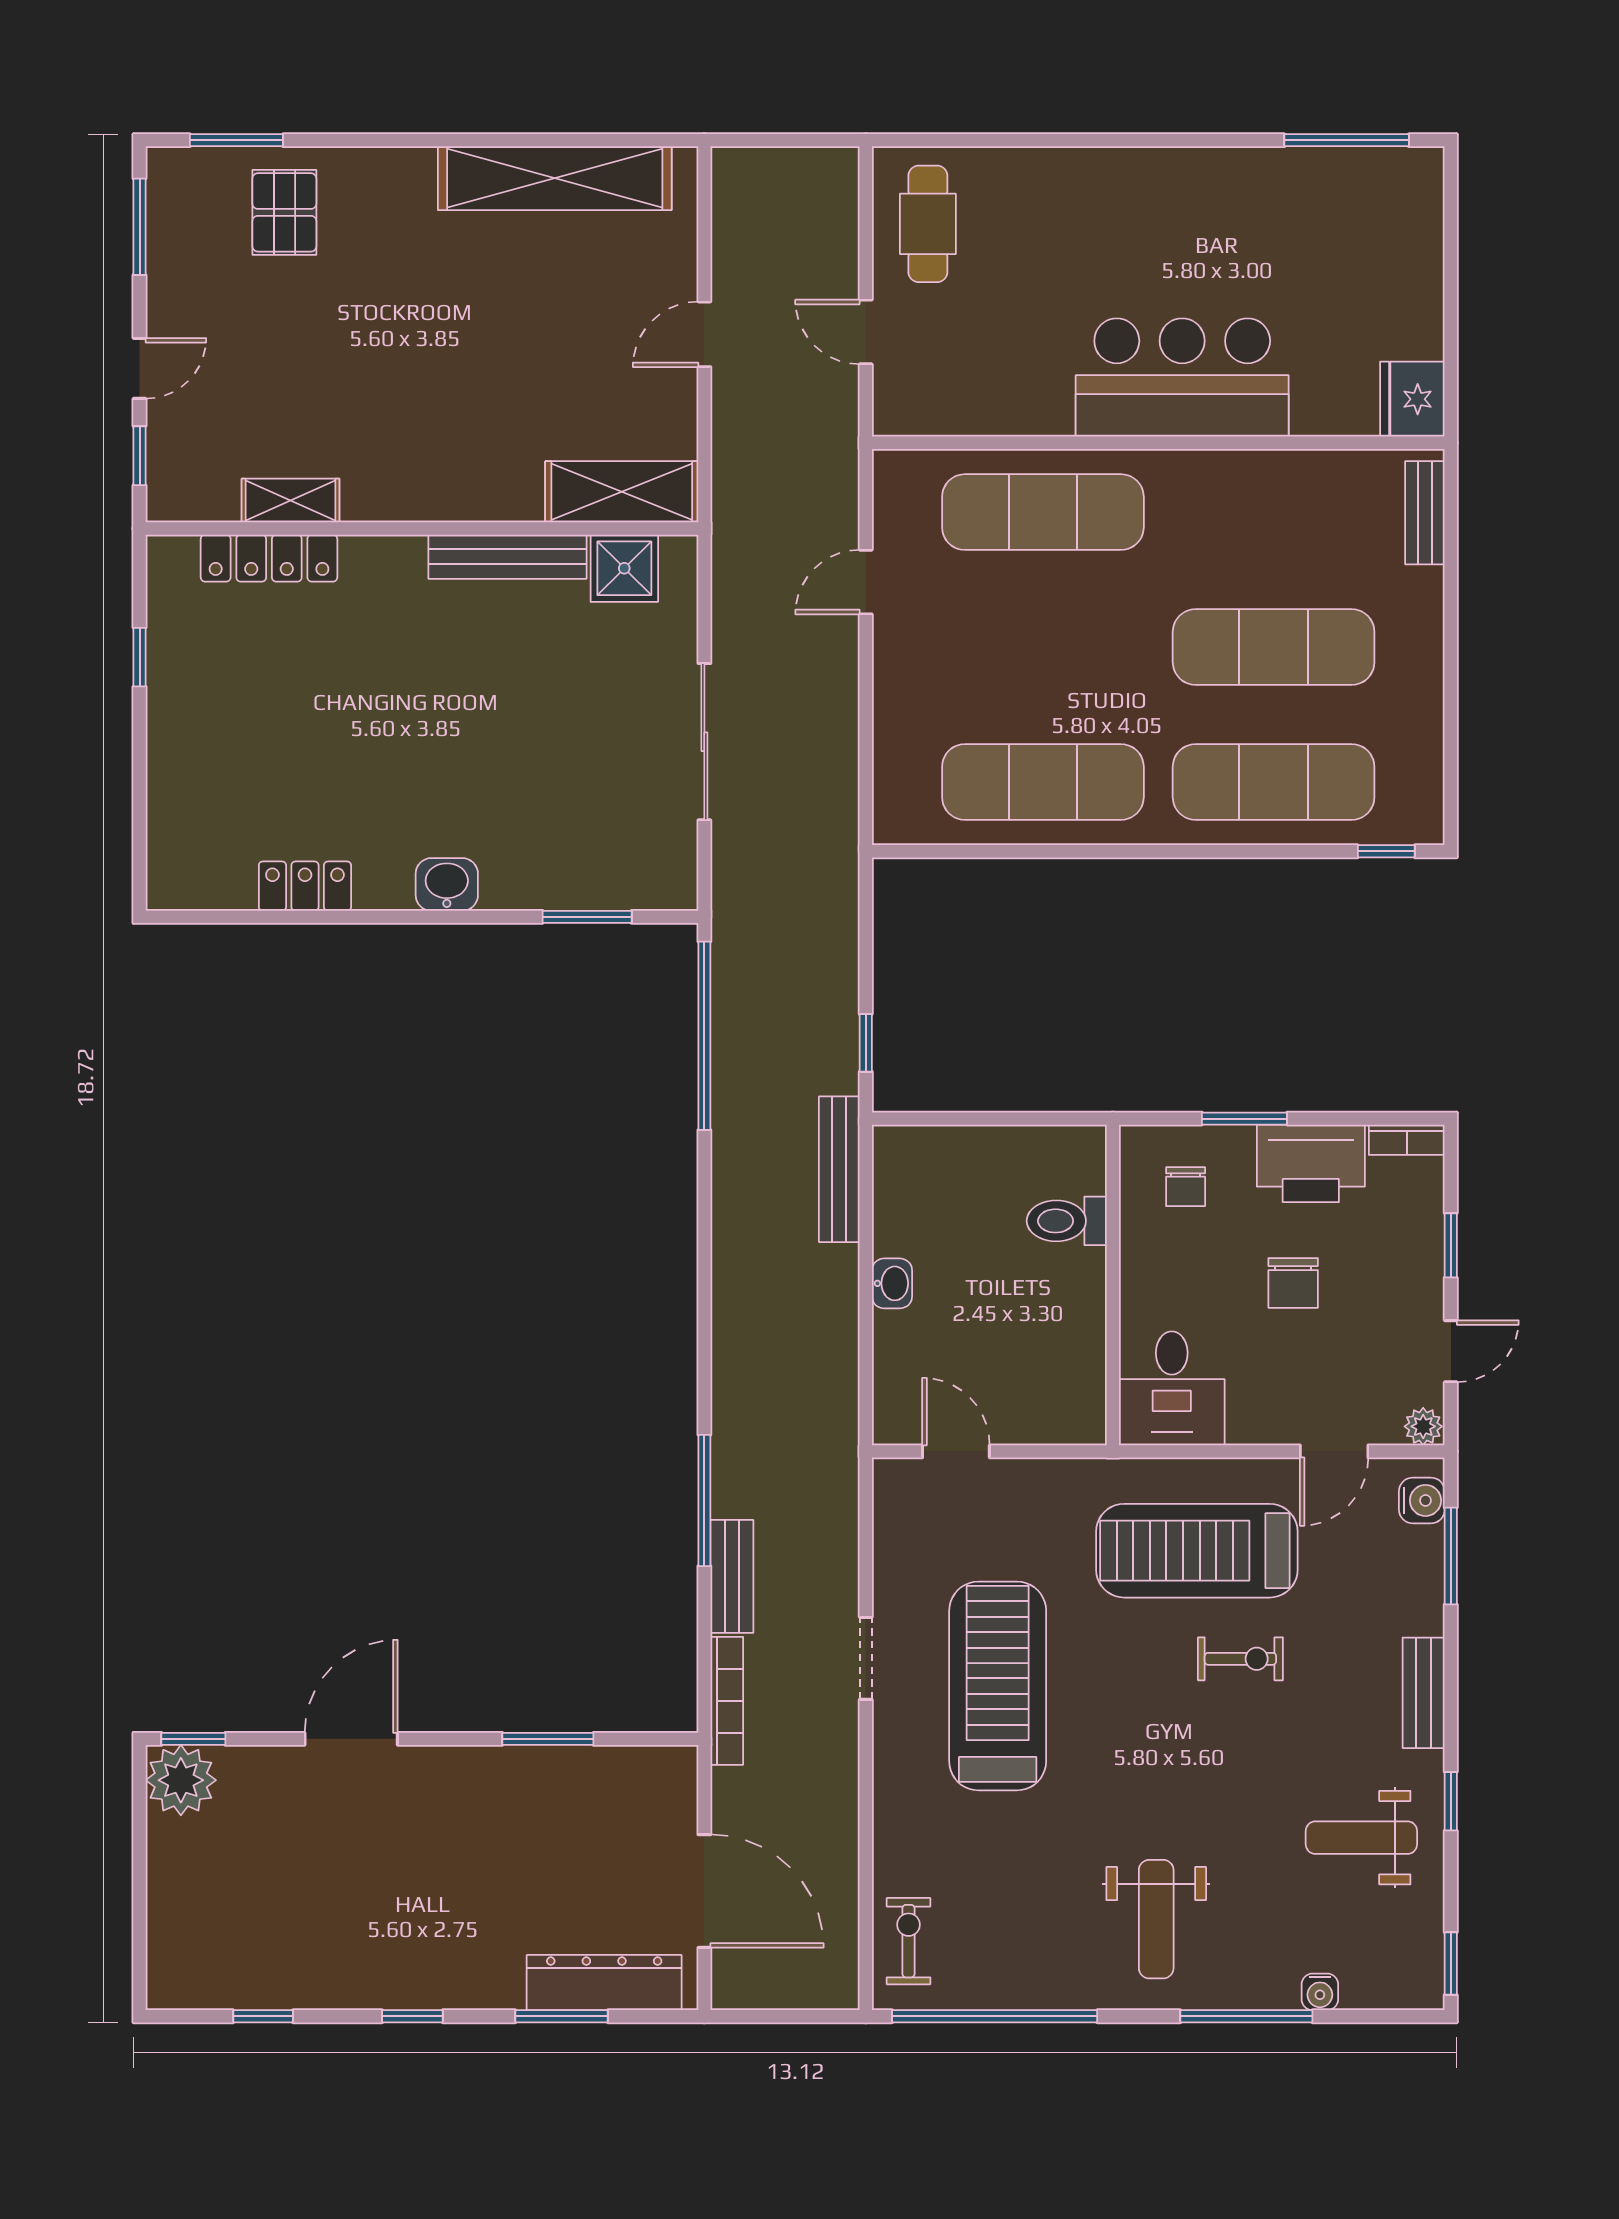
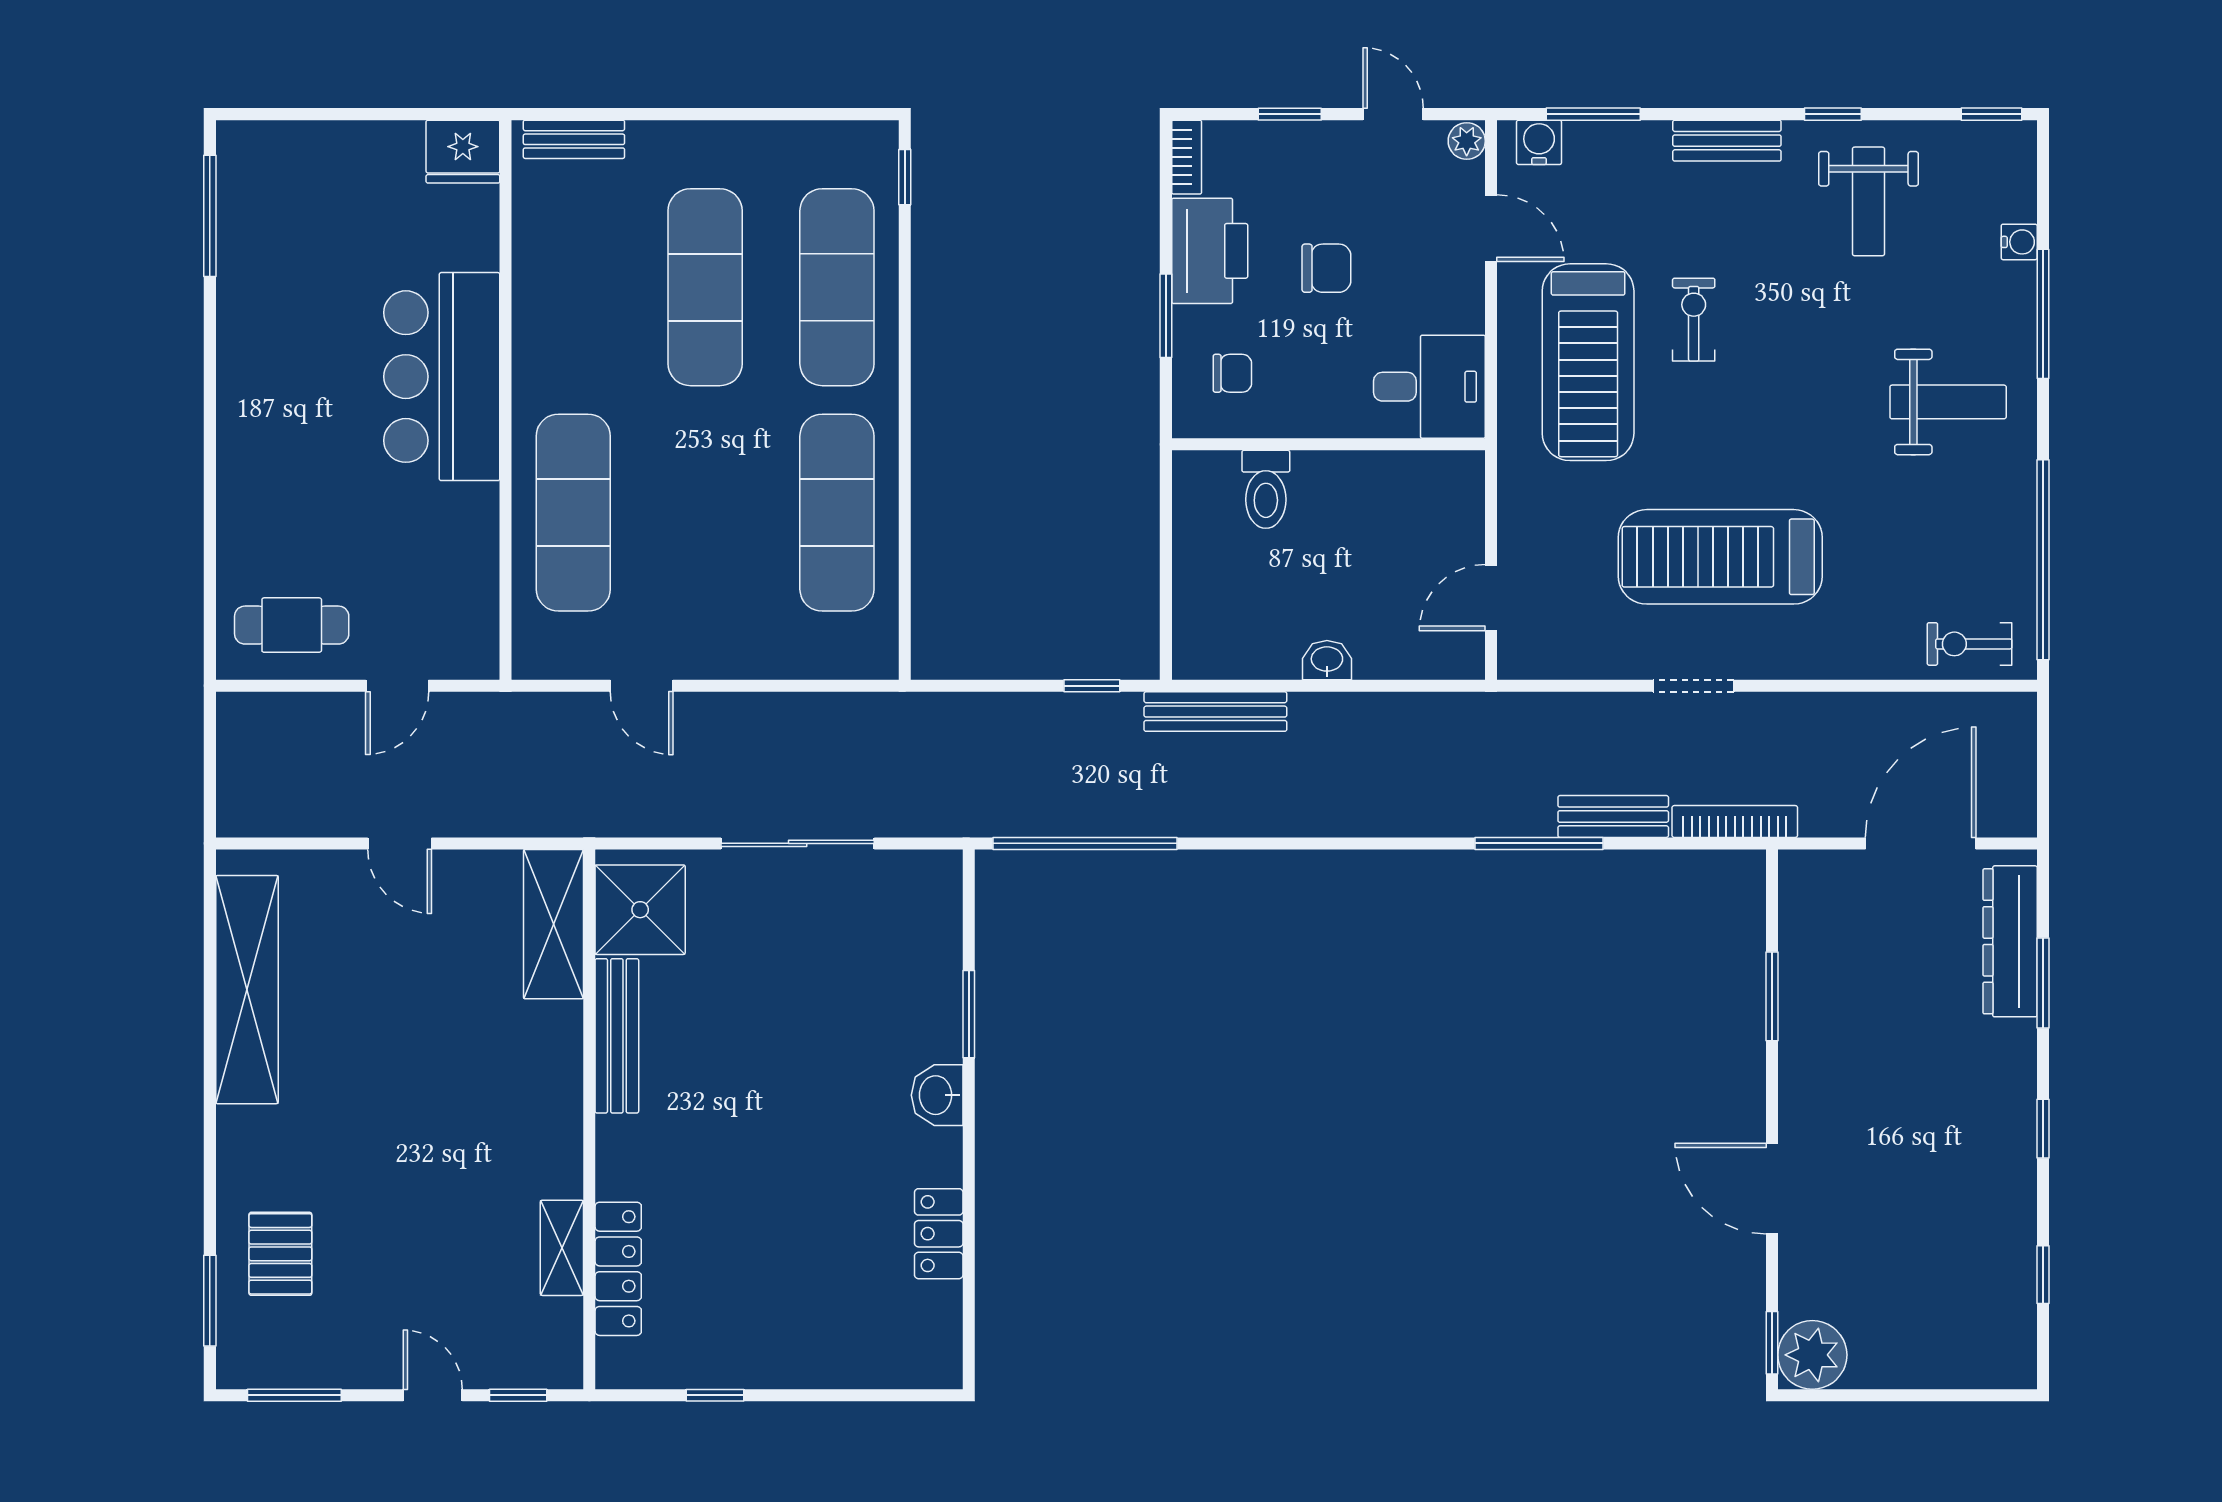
pallet: (284, 212) -> (280, 1254), turned 90
shower: (624, 568) -> (640, 910), width x1.36, depth x1.36
window: (587, 917) -> (969, 1014), moved

